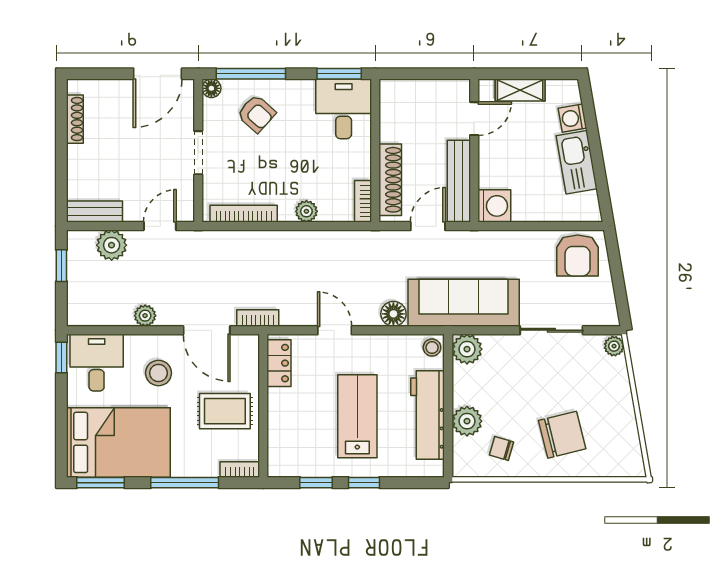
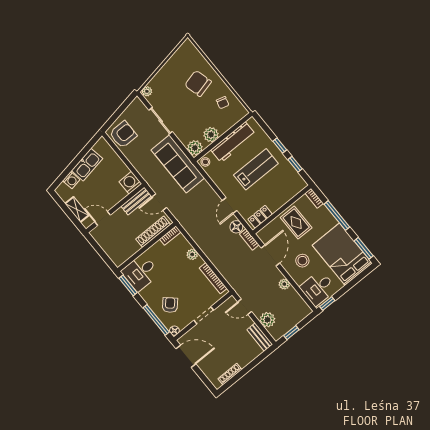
bench: (459, 181) -> (136, 201), width x0.73
floor lamp: (393, 314) -> (236, 227), moved
lab bench: (357, 416) -> (256, 169), turned 180
plant: (467, 421) -> (211, 135), moved

